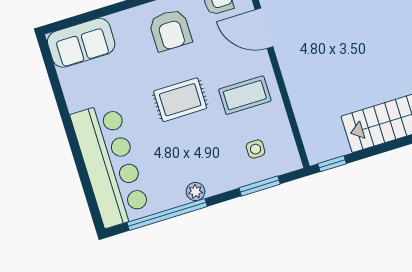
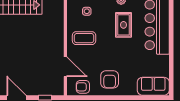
armchair: (170, 30) -> (110, 79), turned 180
rug: (180, 100) -> (124, 25), moved, turned 90

